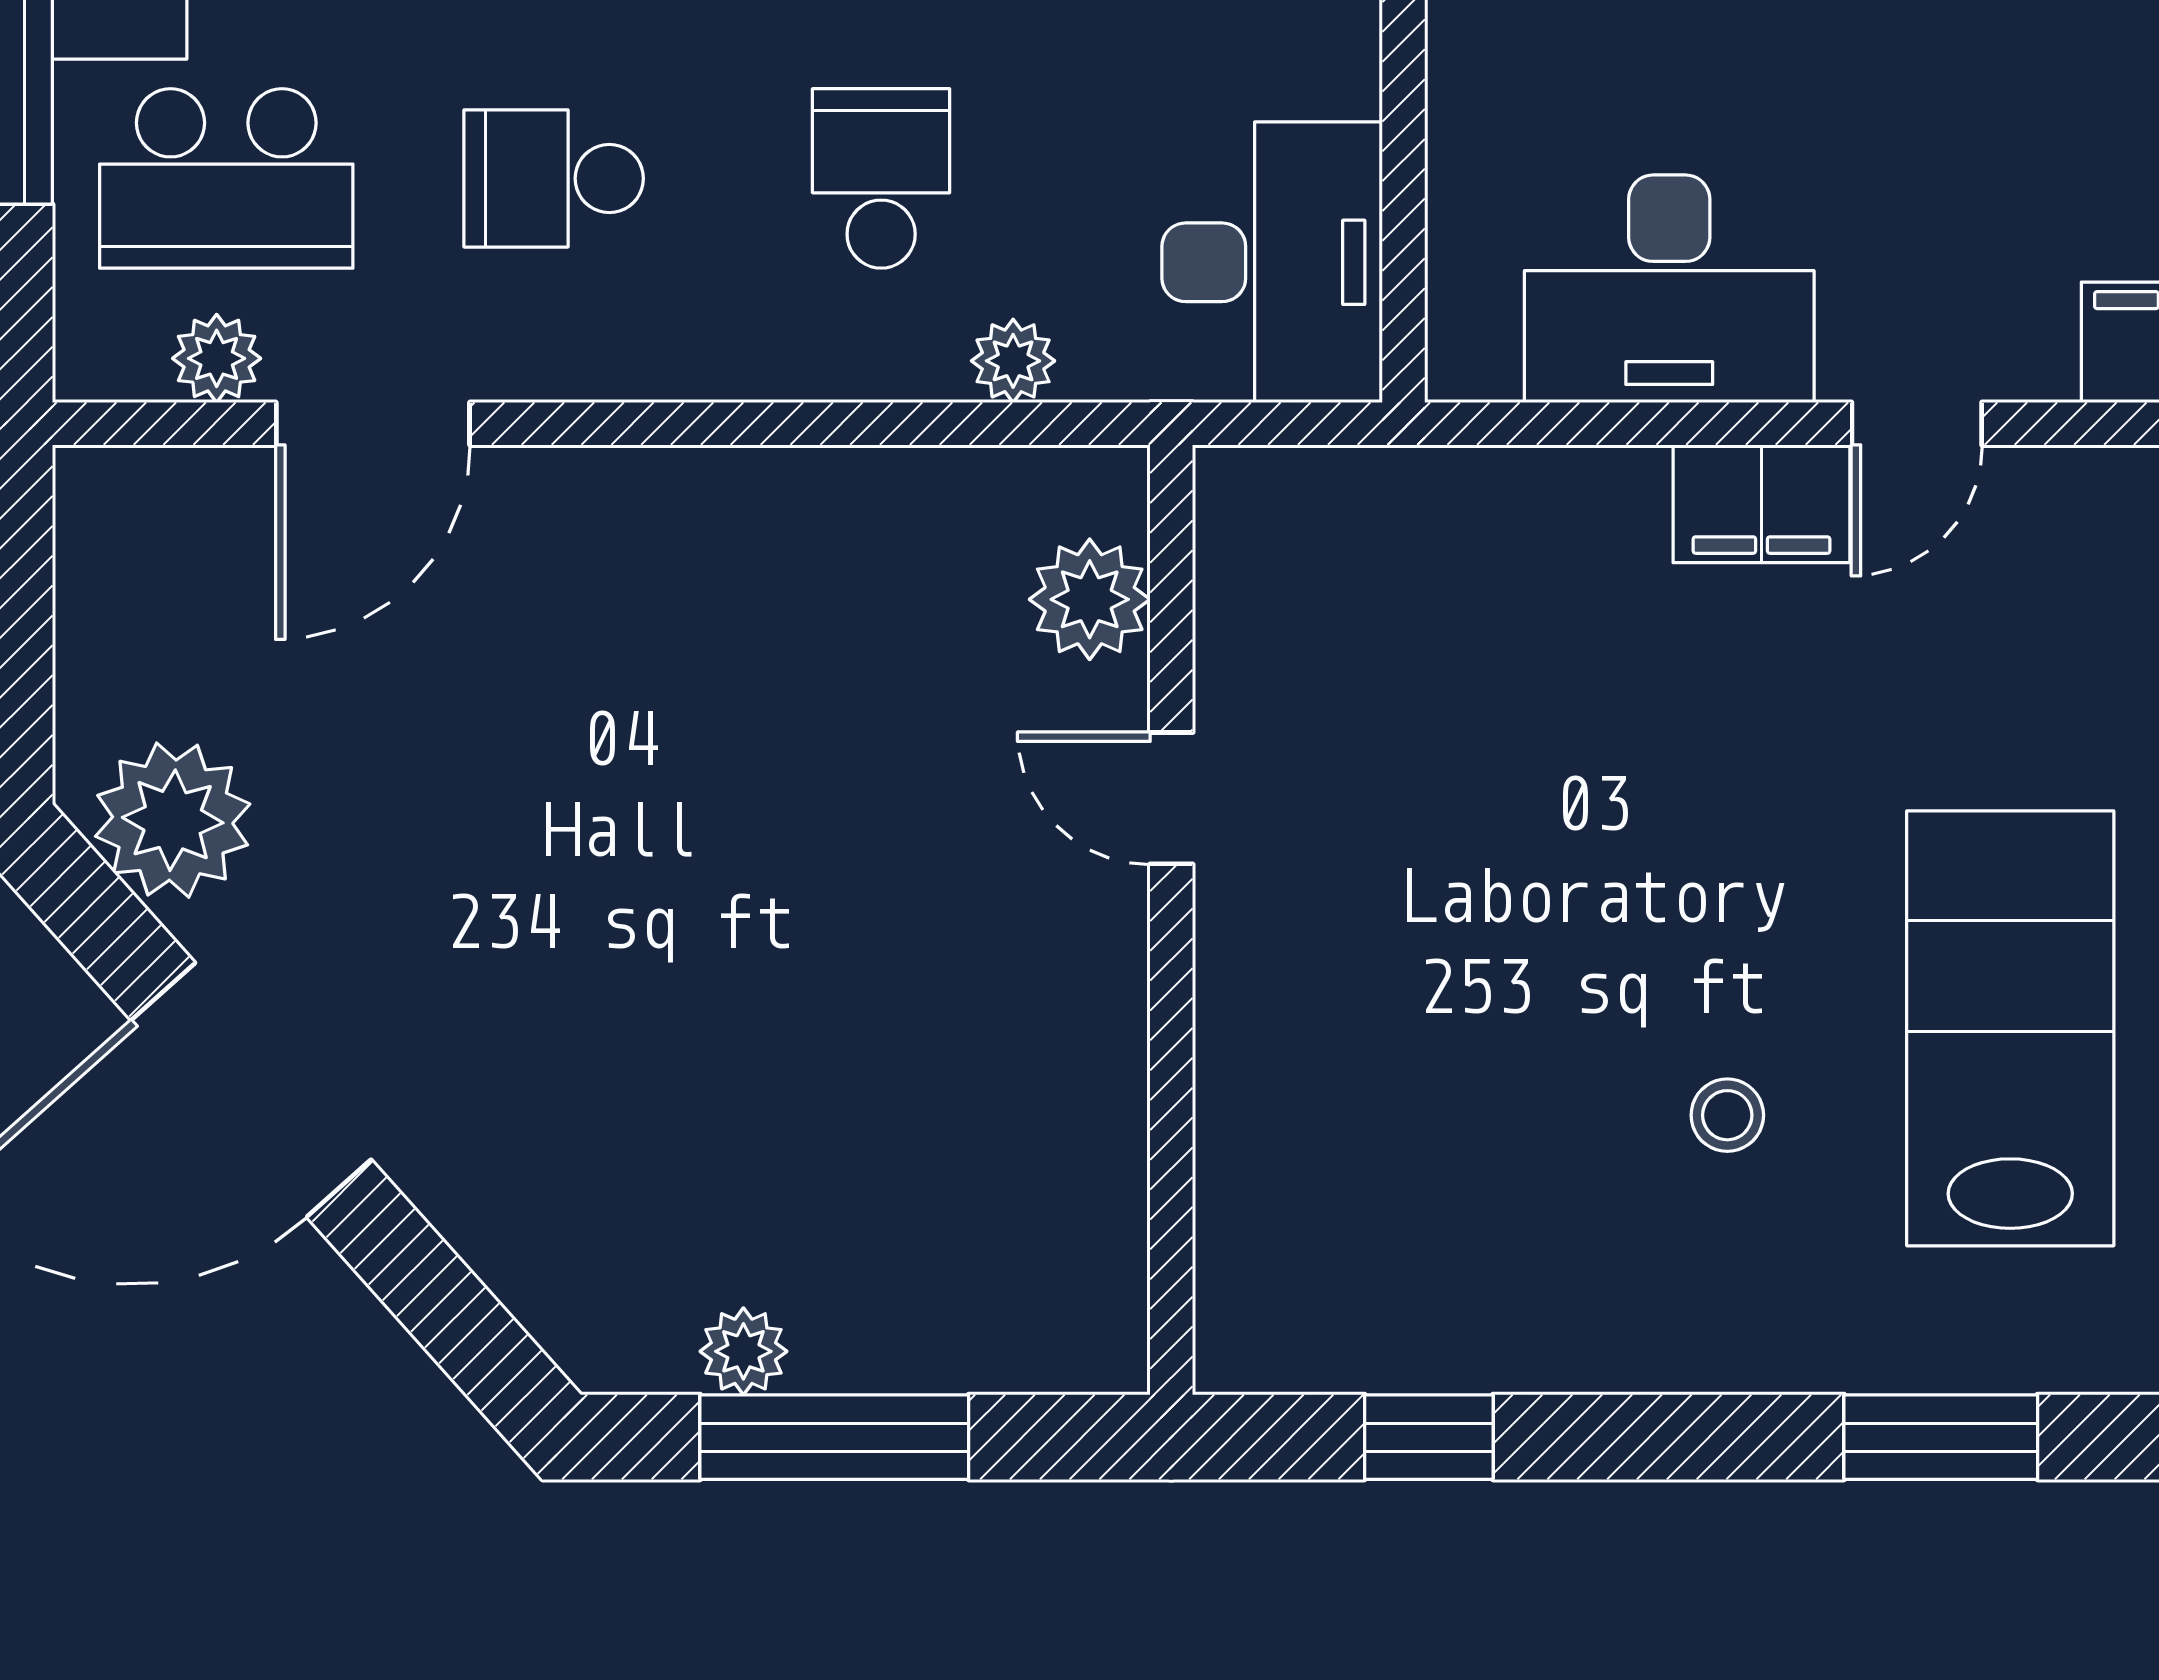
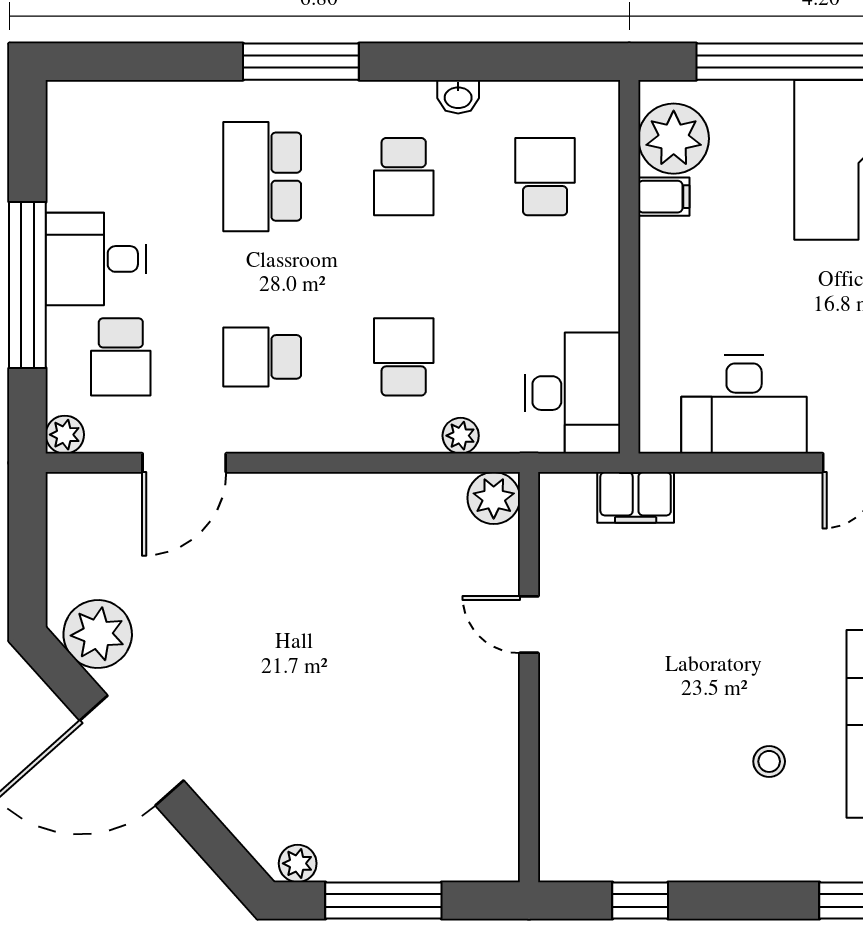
school desk: (226, 178) -> (121, 357), width x0.54
plant: (217, 358) -> (65, 435), moved
filing cabinet: (1762, 504) -> (636, 497), moved
plant: (1090, 599) -> (494, 498), moved
plant: (743, 1351) -> (298, 863), moved

